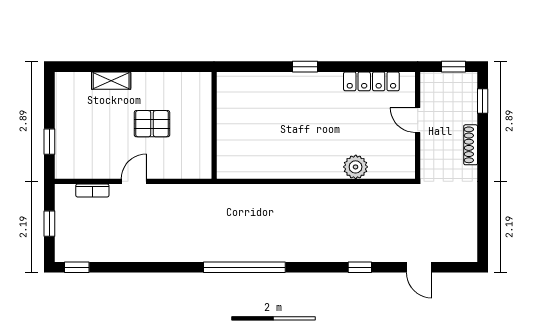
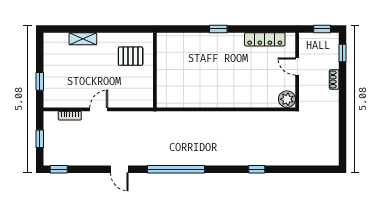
pallet: (152, 124) -> (131, 56), moved
shoe rack: (471, 145) -> (334, 79), width x0.70
plant: (356, 167) -> (287, 99), moved
door: (419, 267) -> (119, 169), moved

